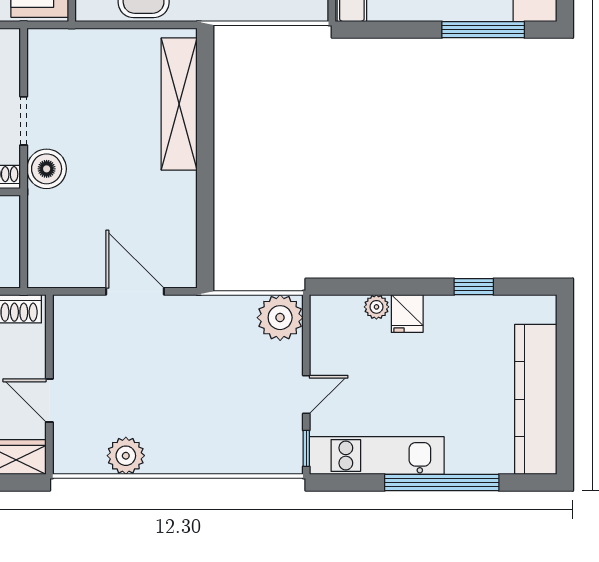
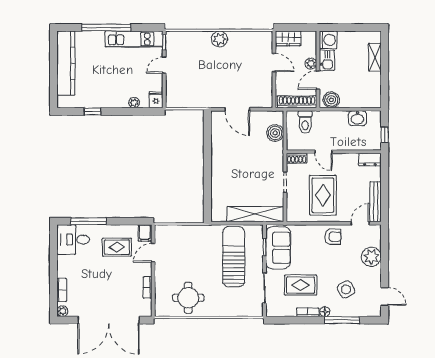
shelving: (179, 104) -> (255, 214), moved, turned 90
boiler: (47, 169) -> (275, 133), moved
fridge: (407, 314) -> (156, 100), moved
plant: (280, 318) -> (175, 98), removed
plant: (126, 456) -> (219, 39), moved

